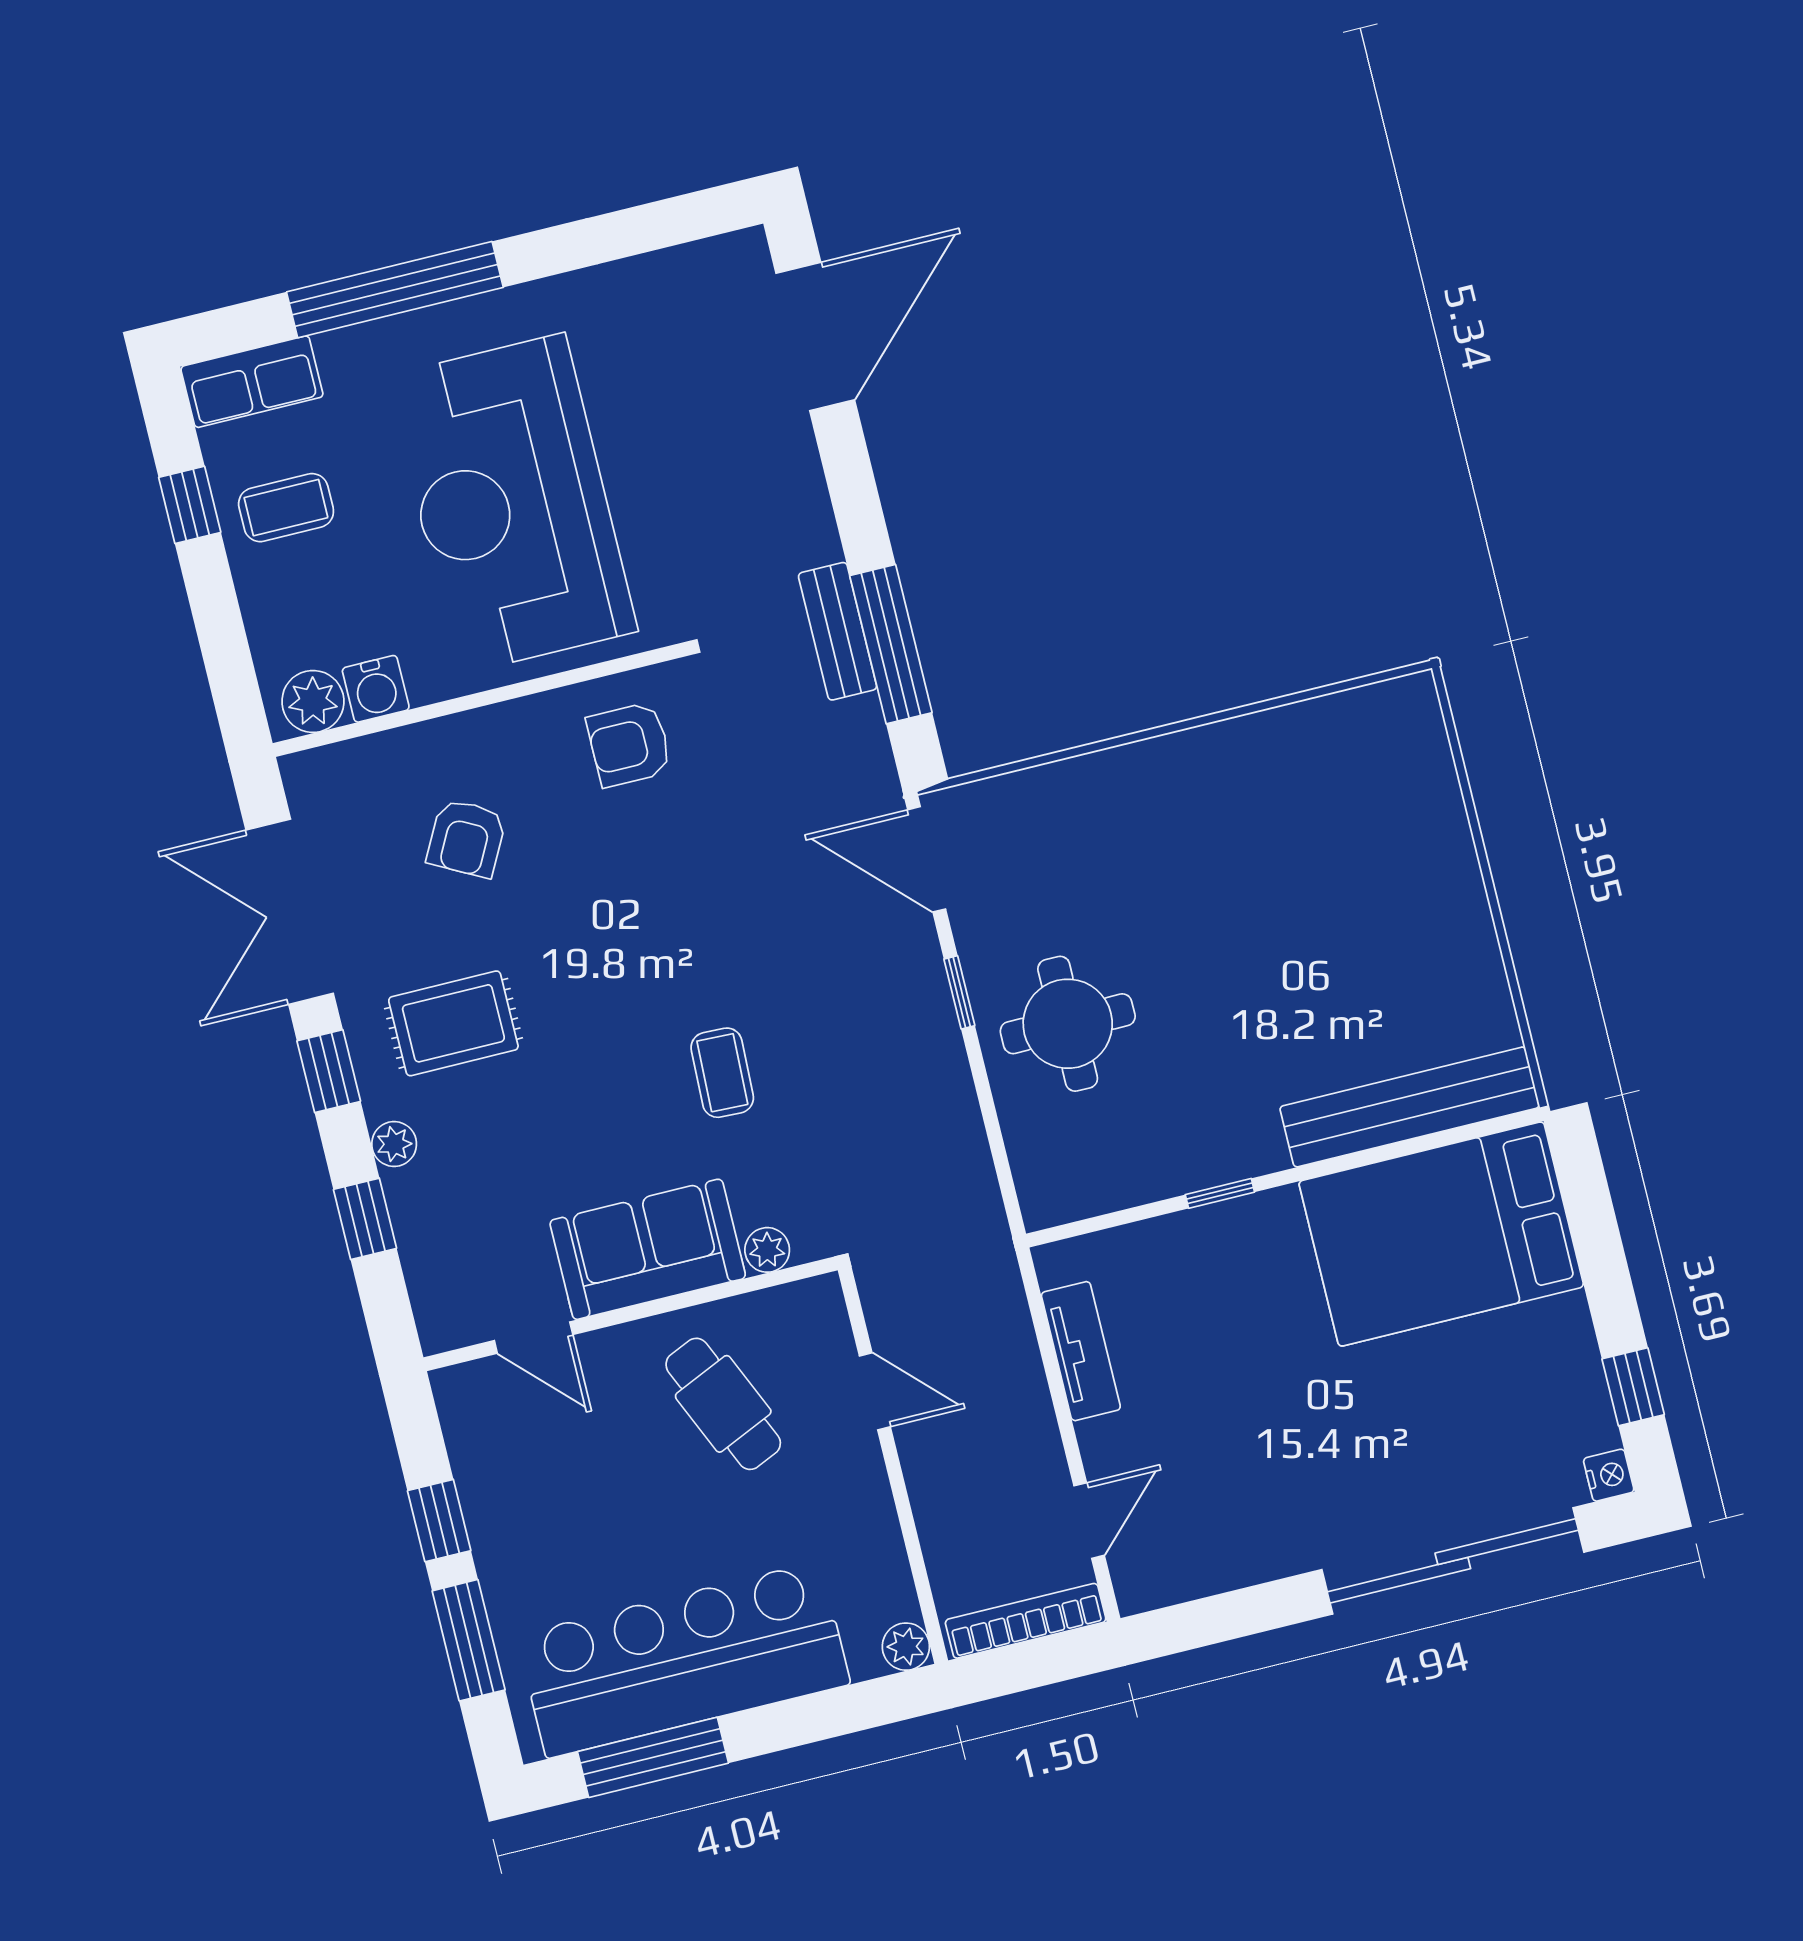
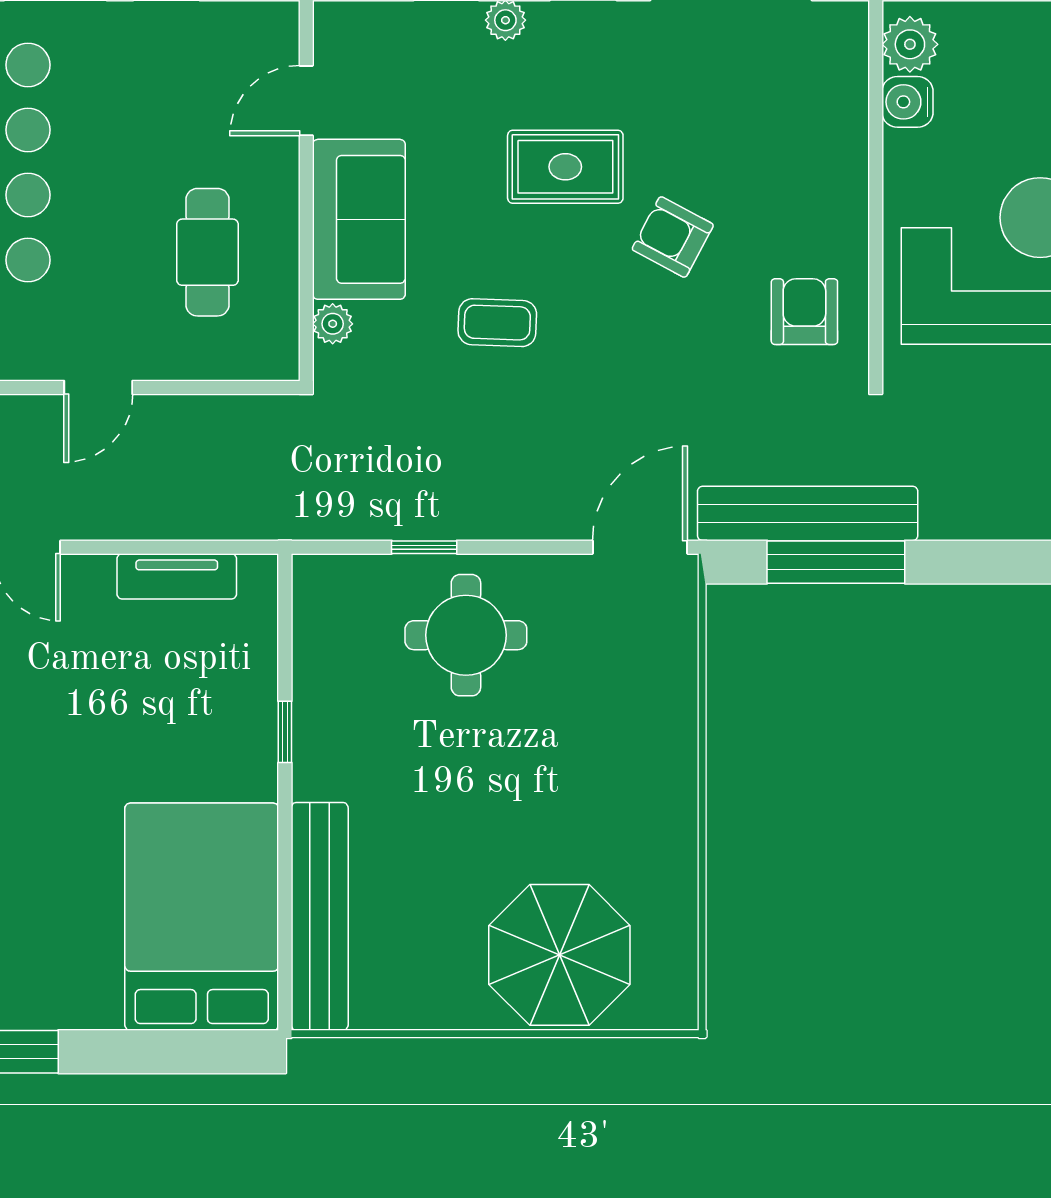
bench: (838, 631) -> (808, 513), width x1.86, depth x1.21
armchair: (466, 838) -> (673, 237), moved
parasol: (1388, 838) -> (559, 955), added
window: (959, 992) -> (424, 547), moved
rug: (453, 1023) -> (565, 167), moved, turned 90
door: (875, 1391) -> (98, 387), moved
cafe table: (723, 1404) -> (207, 252), turned -66

